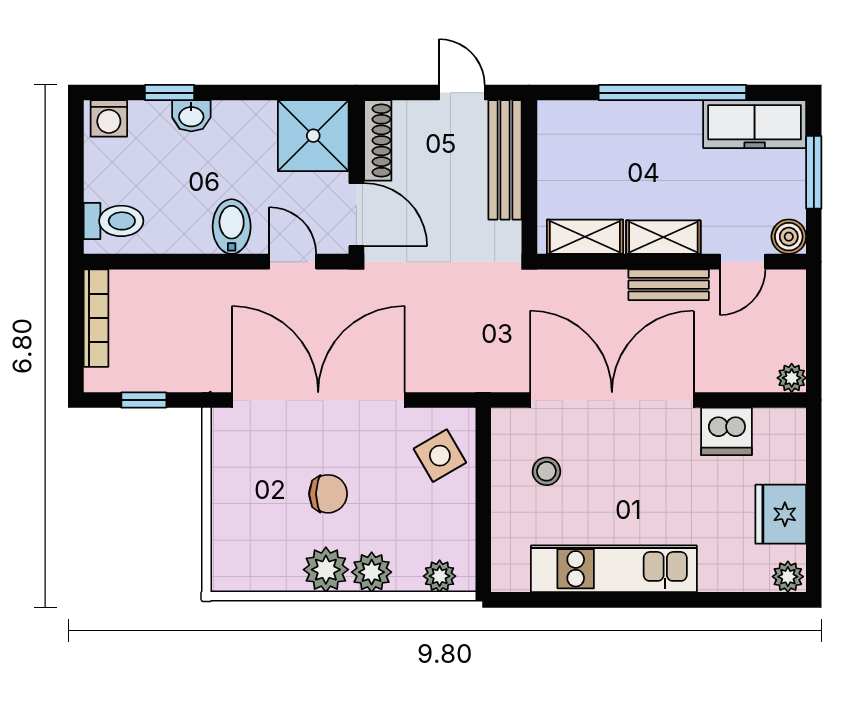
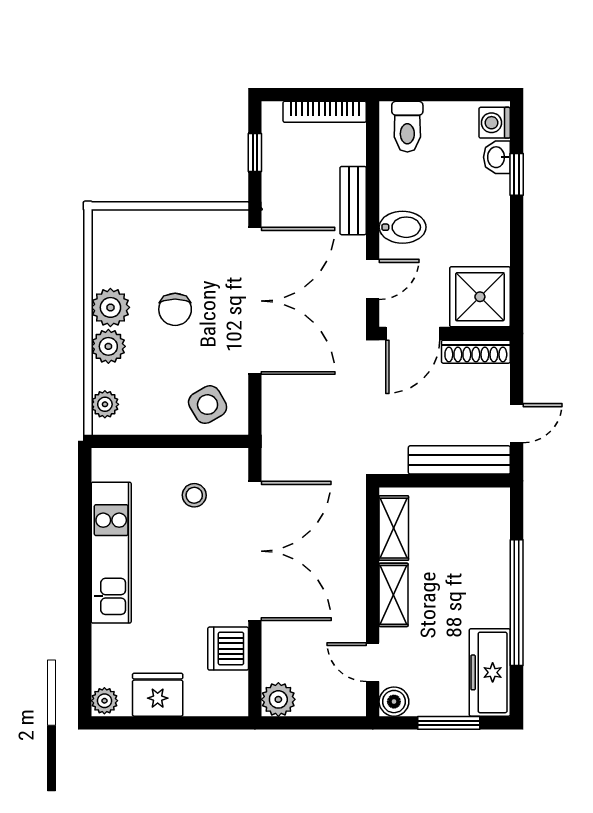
washbasin: (191, 116) -> (497, 157), moved
bench: (669, 285) -> (353, 201), moved
plant: (792, 378) -> (278, 699), width x1.38, depth x1.38

